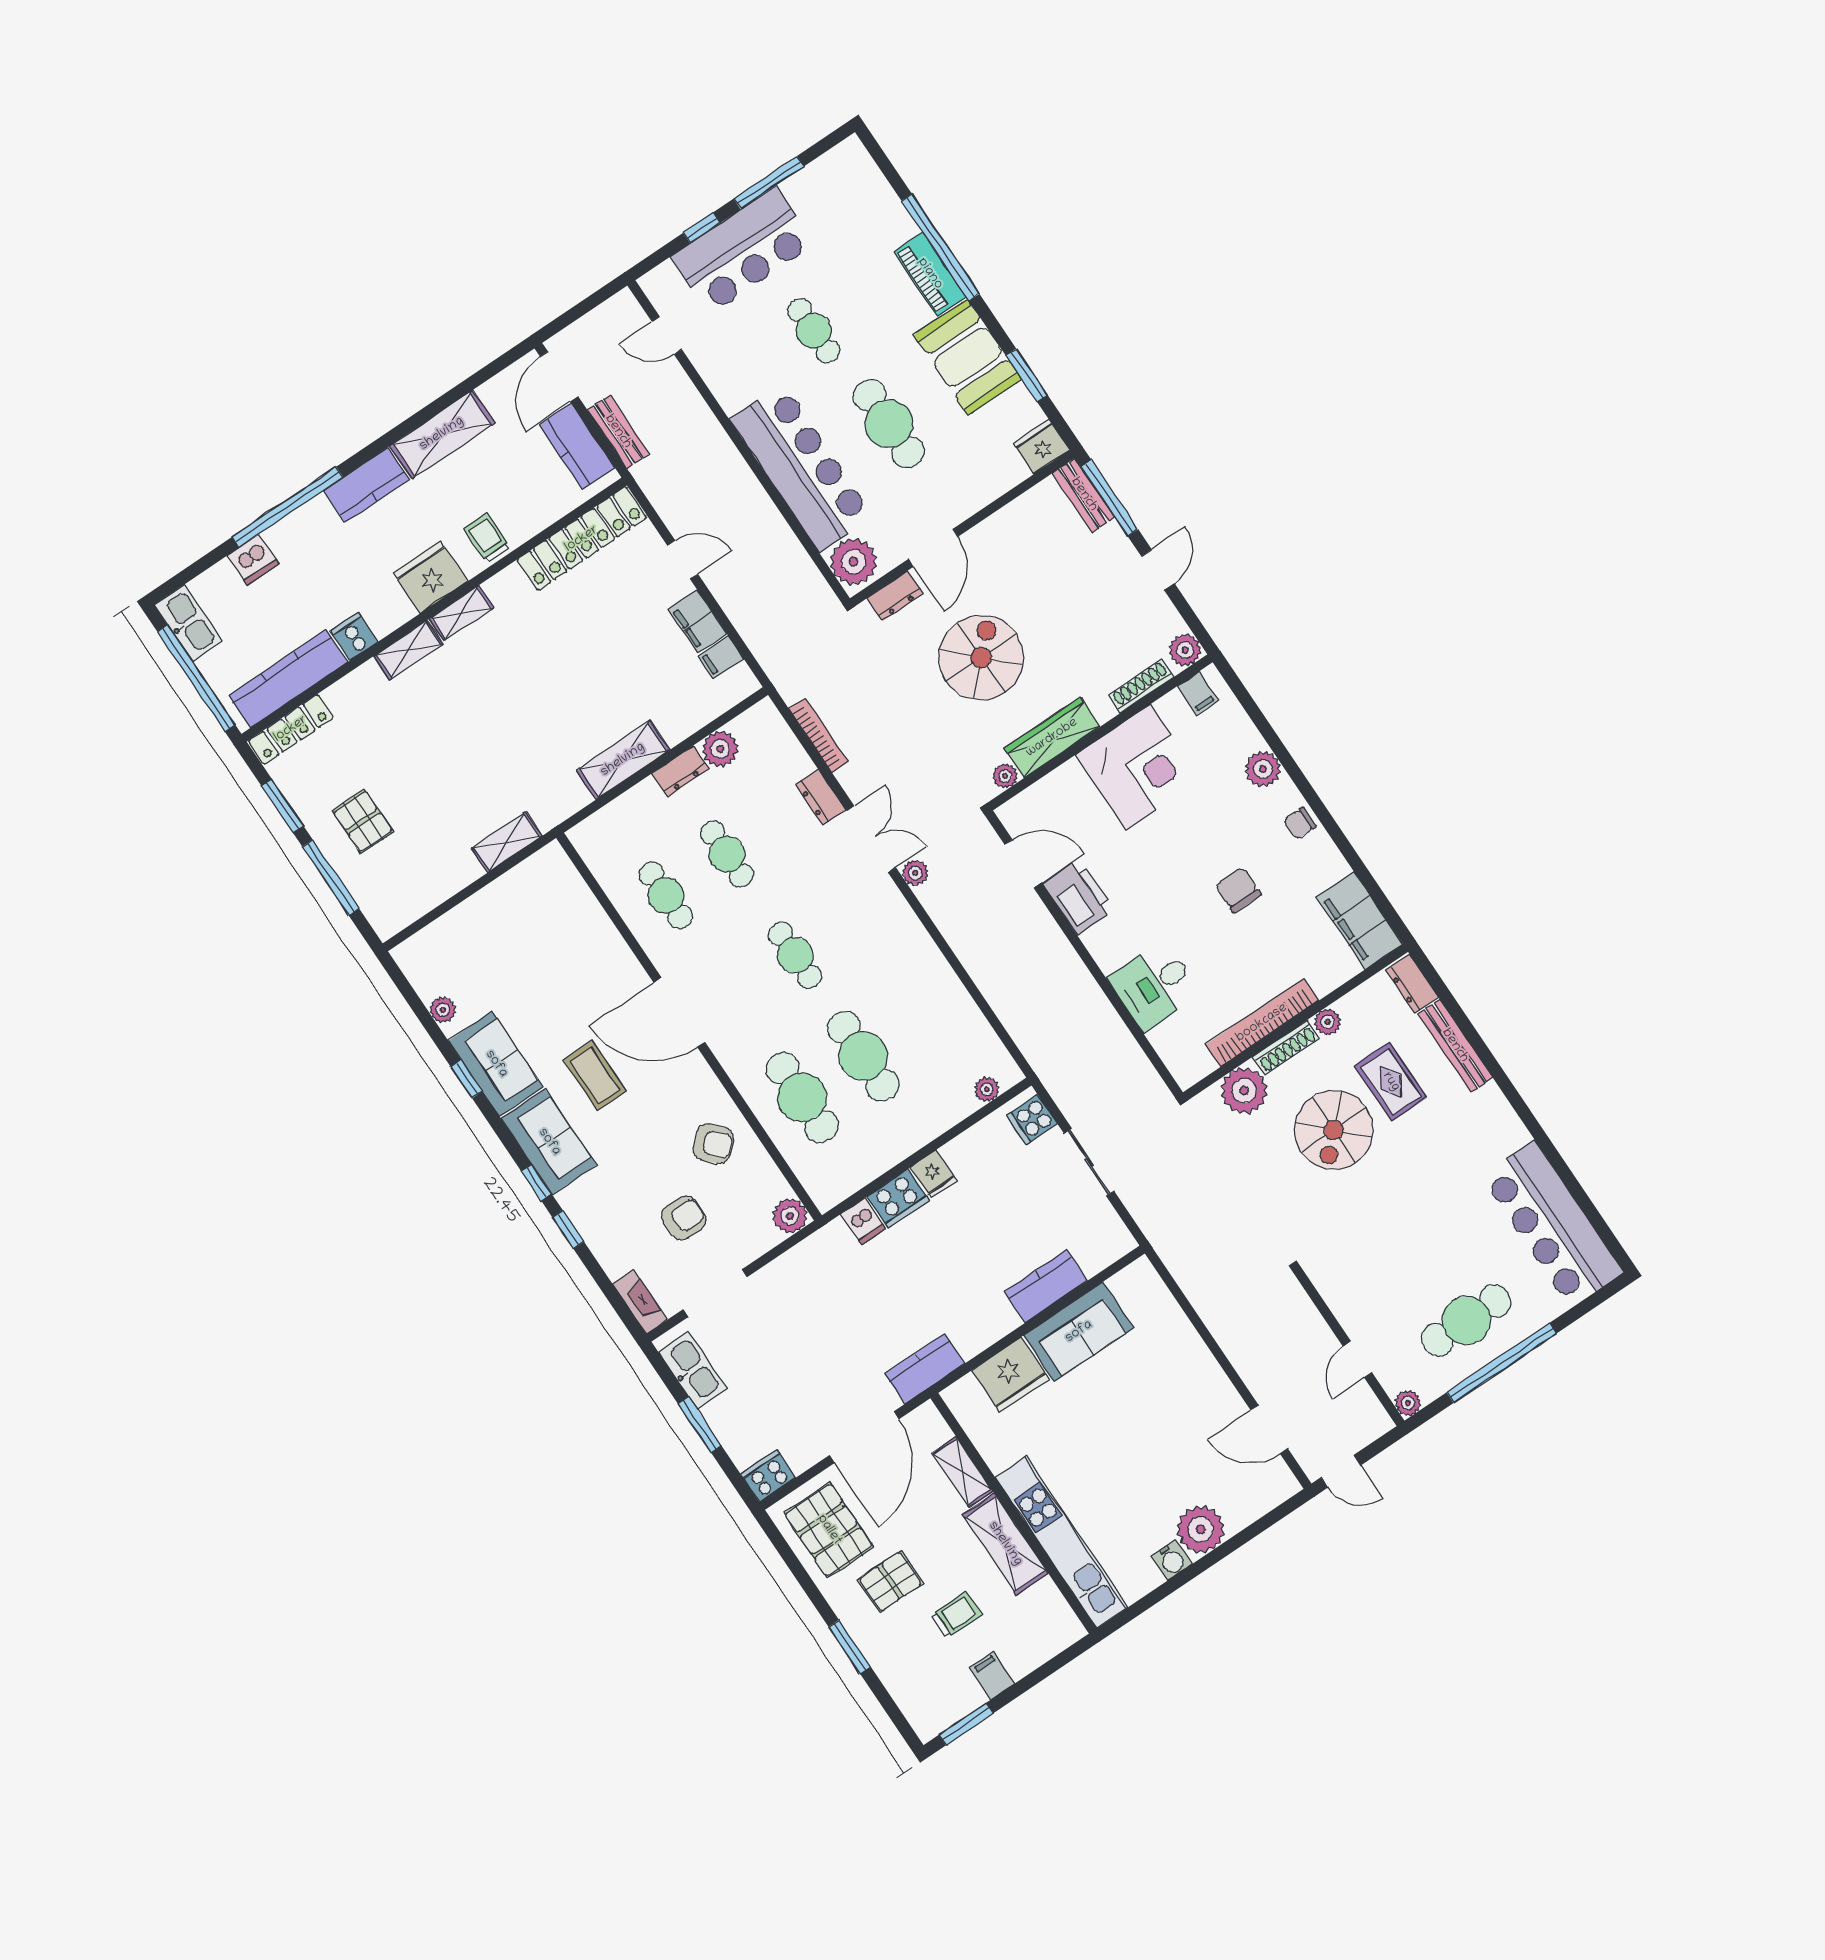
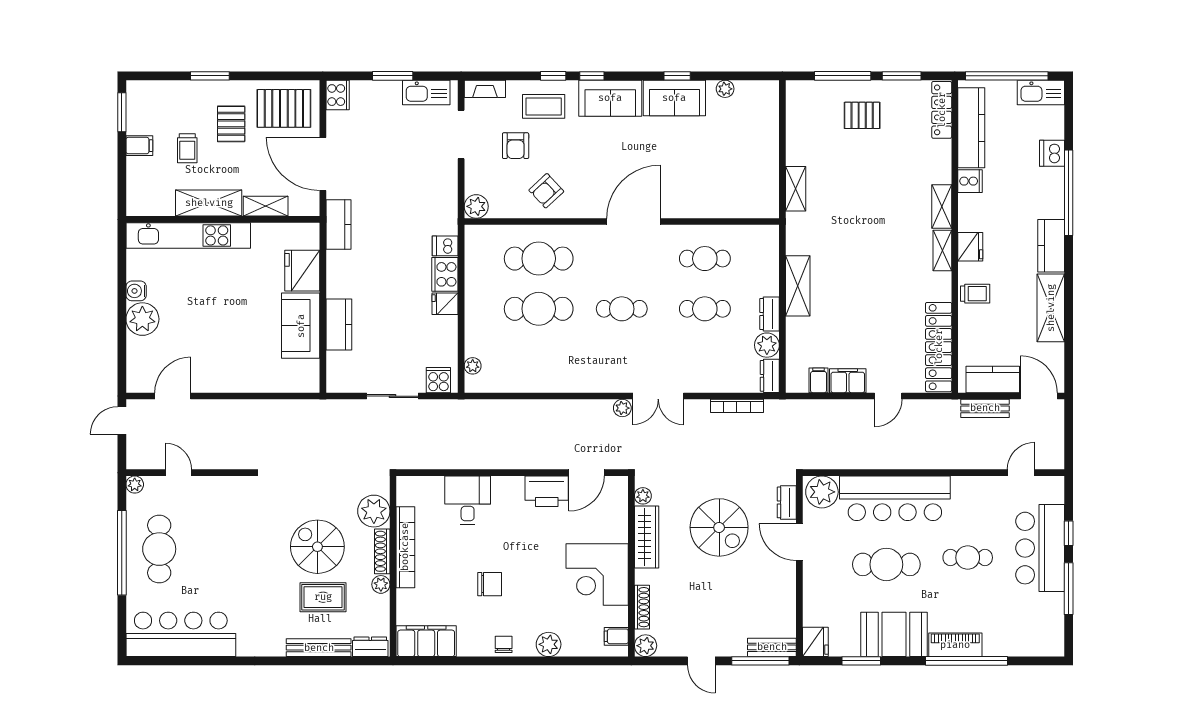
fridge: (430, 577) -> (970, 247), width x0.73, depth x0.75
dresser: (821, 797) -> (770, 376), moved, turned -90
coffee table: (595, 1075) -> (544, 106), moved

